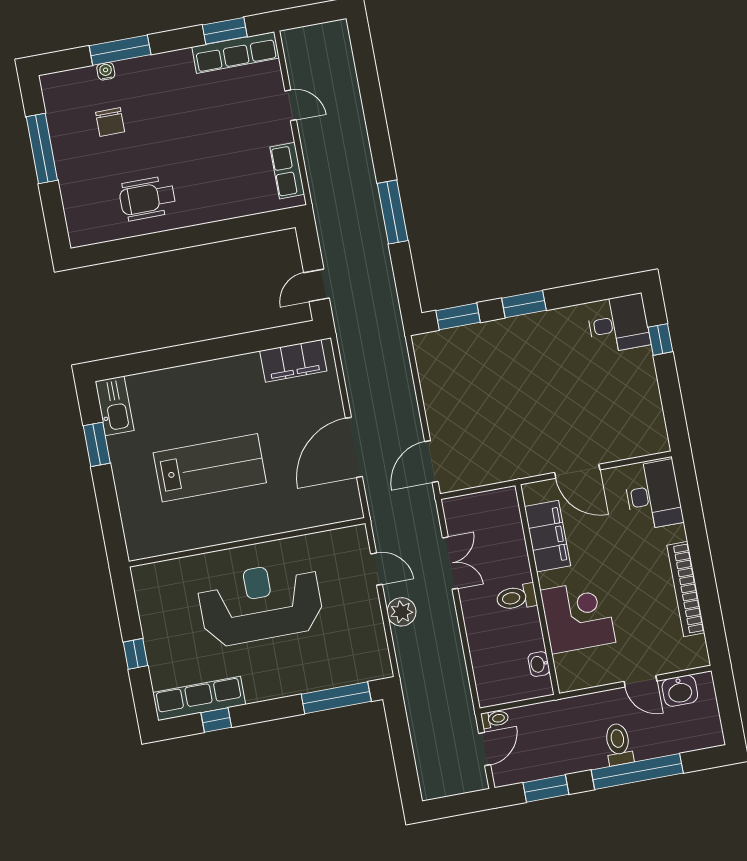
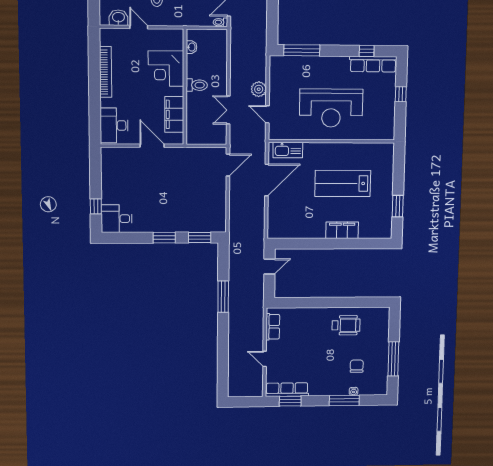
filing cabinet: (293, 361) -> (342, 230), moved
kitchen sink: (115, 406) -> (288, 150), moved, turned -90

